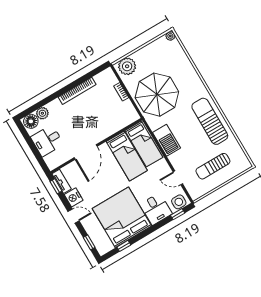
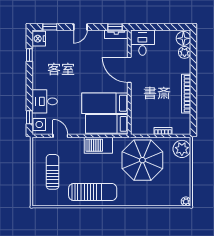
desk: (47, 141) -> (142, 43), moved
door: (178, 178) -> (60, 136), hinge flipped
nightstand: (74, 197) -> (39, 39), moved, turned -90
bed: (122, 217) -> (55, 68), removed

